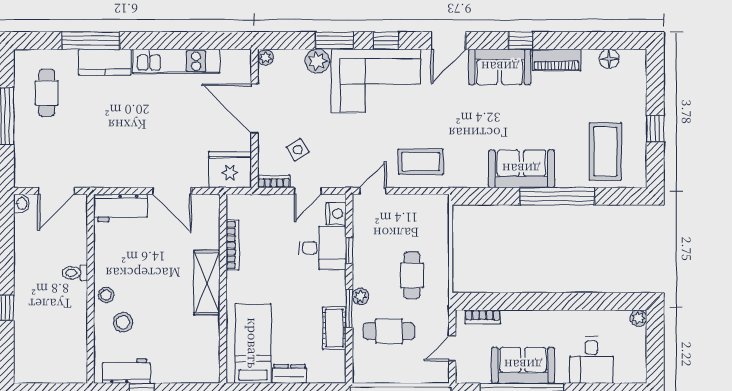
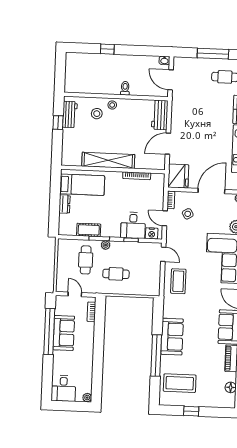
shelving: (207, 283) -> (108, 160), width x1.47
desk: (591, 360) -> (63, 388), moved, turned -90

